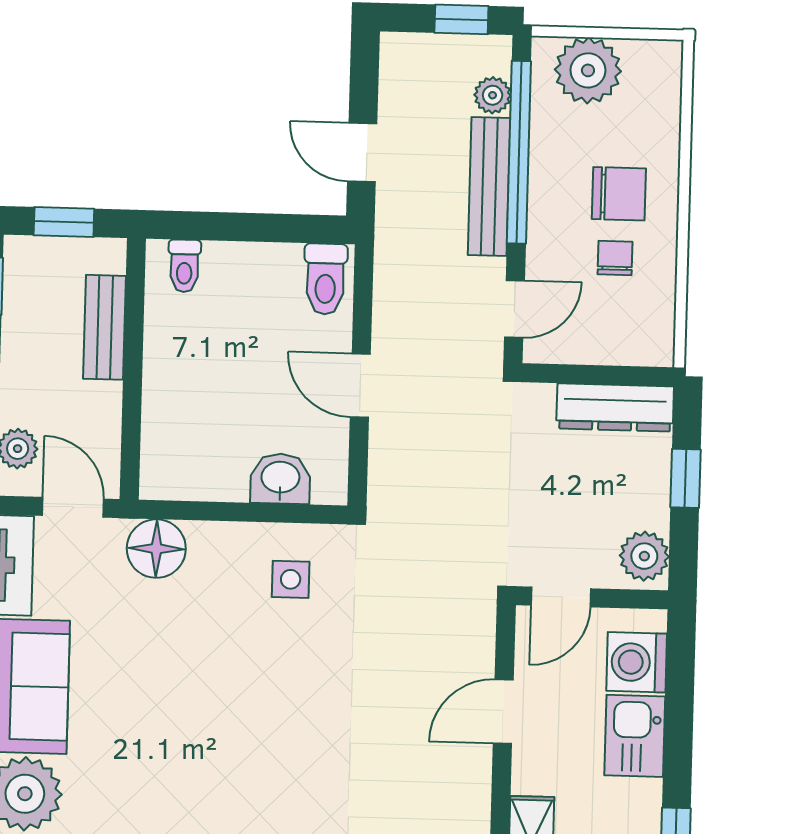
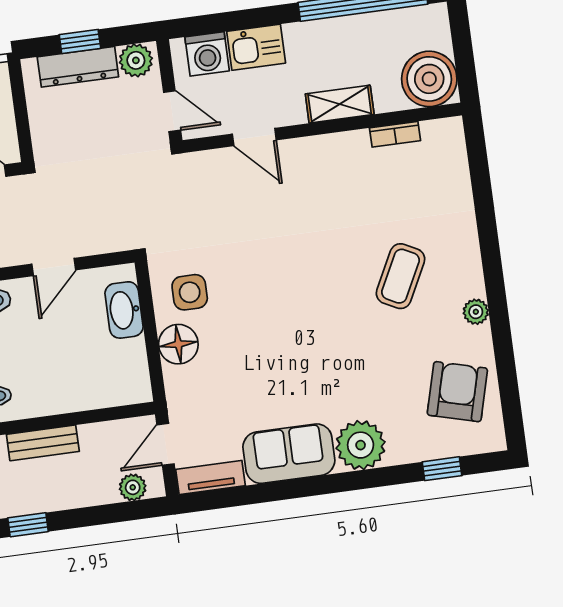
dresser: (615, 407) -> (78, 67), moved, turned 90
washbasin: (280, 479) -> (124, 310), width x1.38
floor lamp: (156, 549) -> (178, 344), moved
side table: (291, 579) -> (190, 292), width x1.37, depth x1.37

